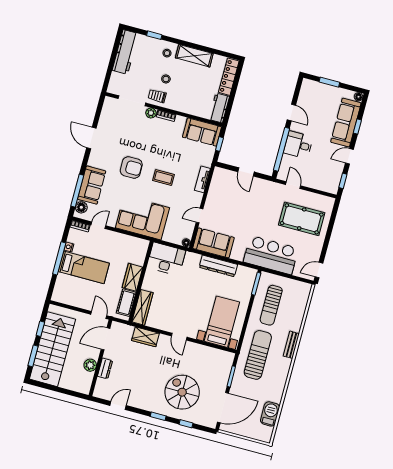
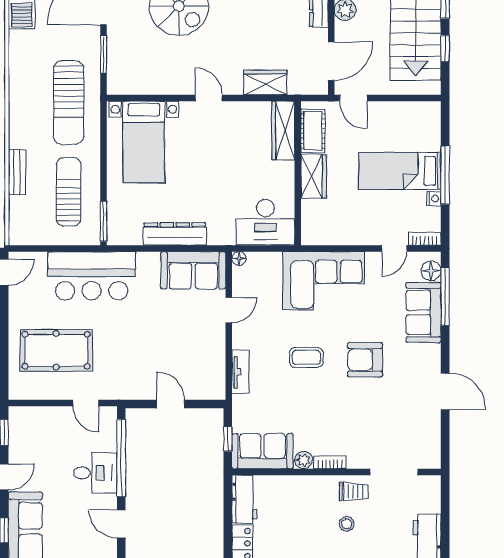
plant: (151, 113) -> (304, 460), moved
bench: (291, 345) -> (17, 172), moved

